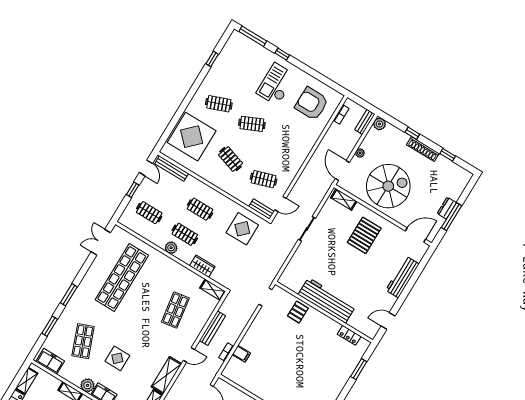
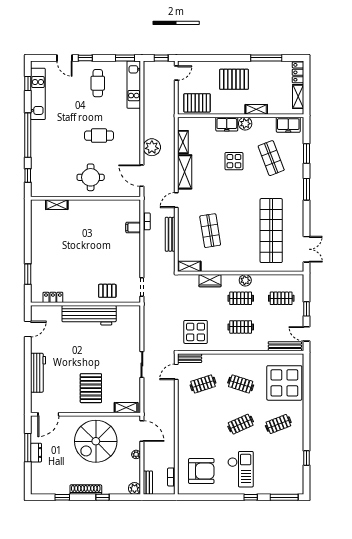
pallet: (298, 312) -> (107, 291), turned 90

